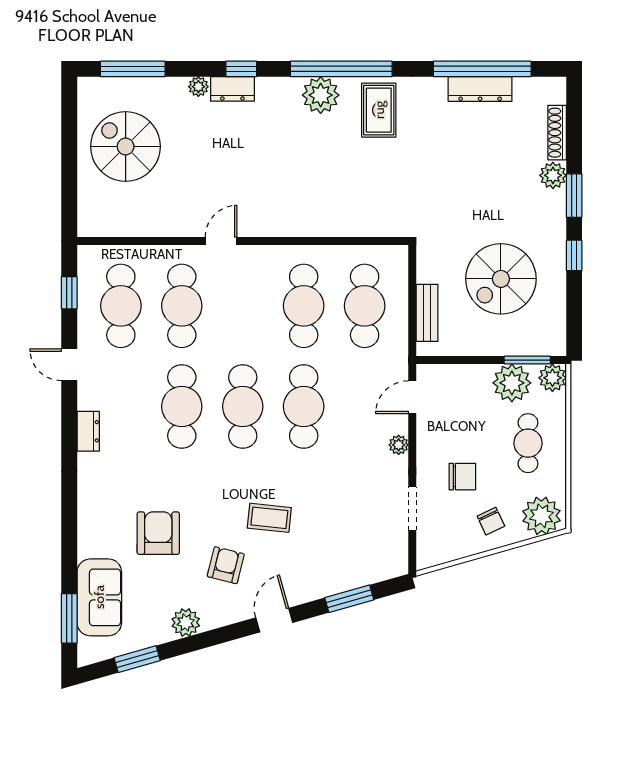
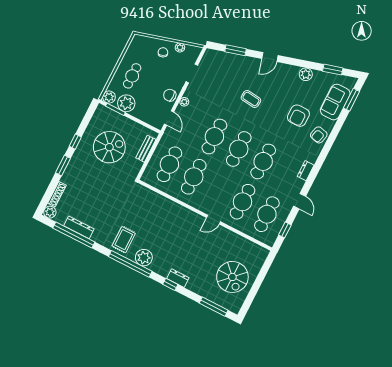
plant: (198, 87) -> (191, 286), removed
plant: (553, 175) -> (50, 212), moved
door: (412, 397) -> (169, 118), hinge flipped
chair: (462, 477) -> (170, 95), moved
plant: (541, 516) -> (180, 48), moved, width x0.53, depth x0.53
armchair: (226, 565) -> (319, 135), moved

